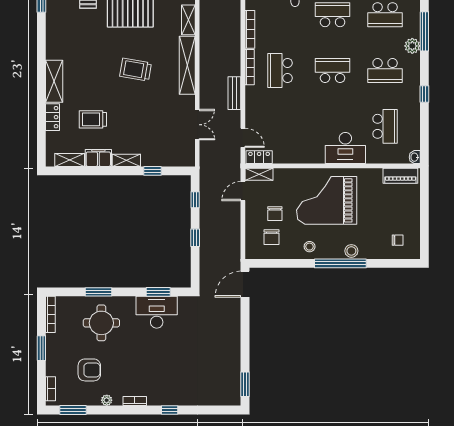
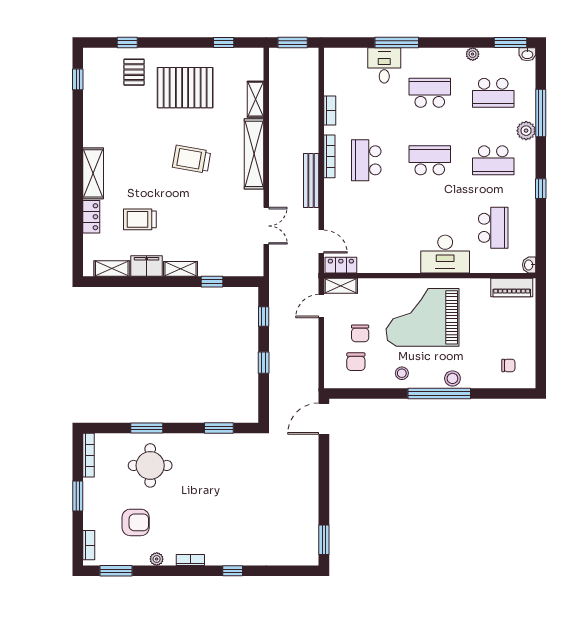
bookcase: (250, 29) -> (330, 111), width x0.64
bench: (234, 93) -> (311, 181), width x1.36
desk: (157, 312) -> (217, 453), removed

